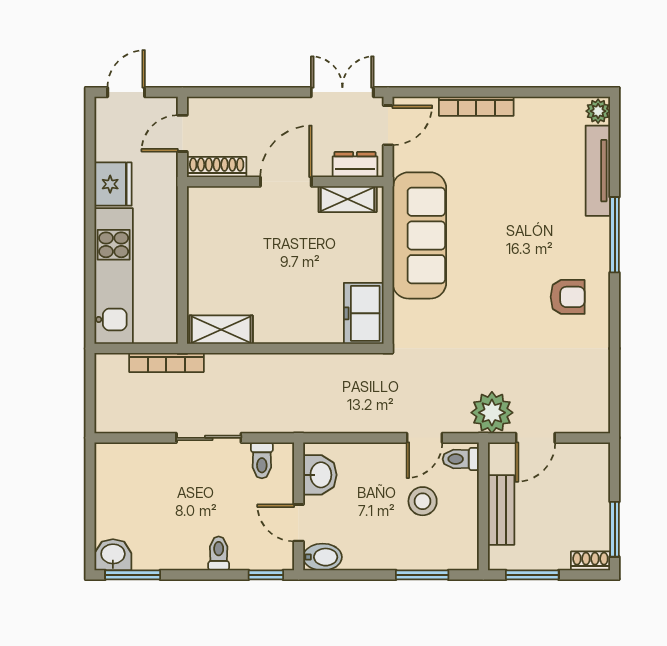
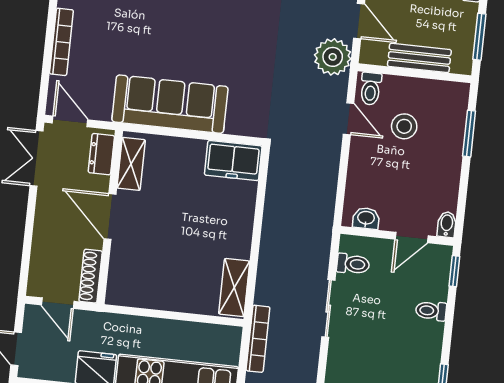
washbasin: (320, 475) -> (366, 218), width x0.72, depth x0.69
bidet: (323, 557) -> (447, 225), width x0.72, depth x0.74

